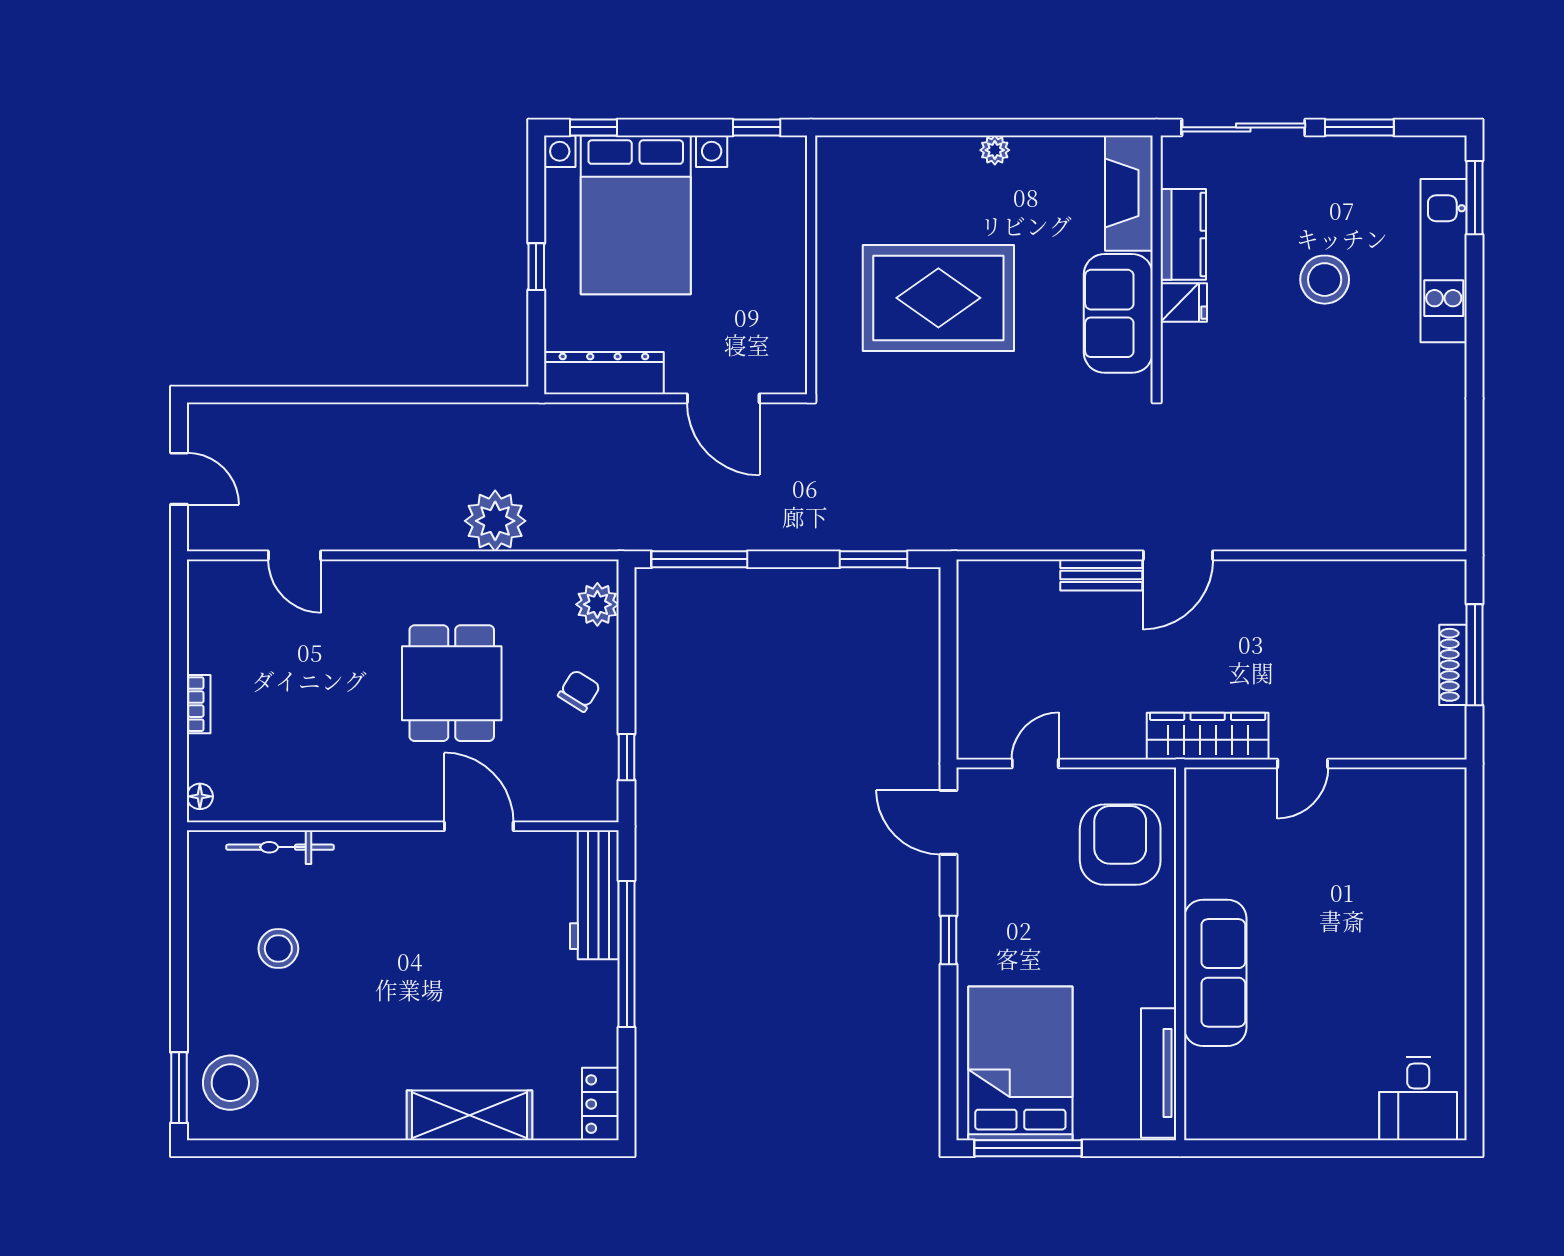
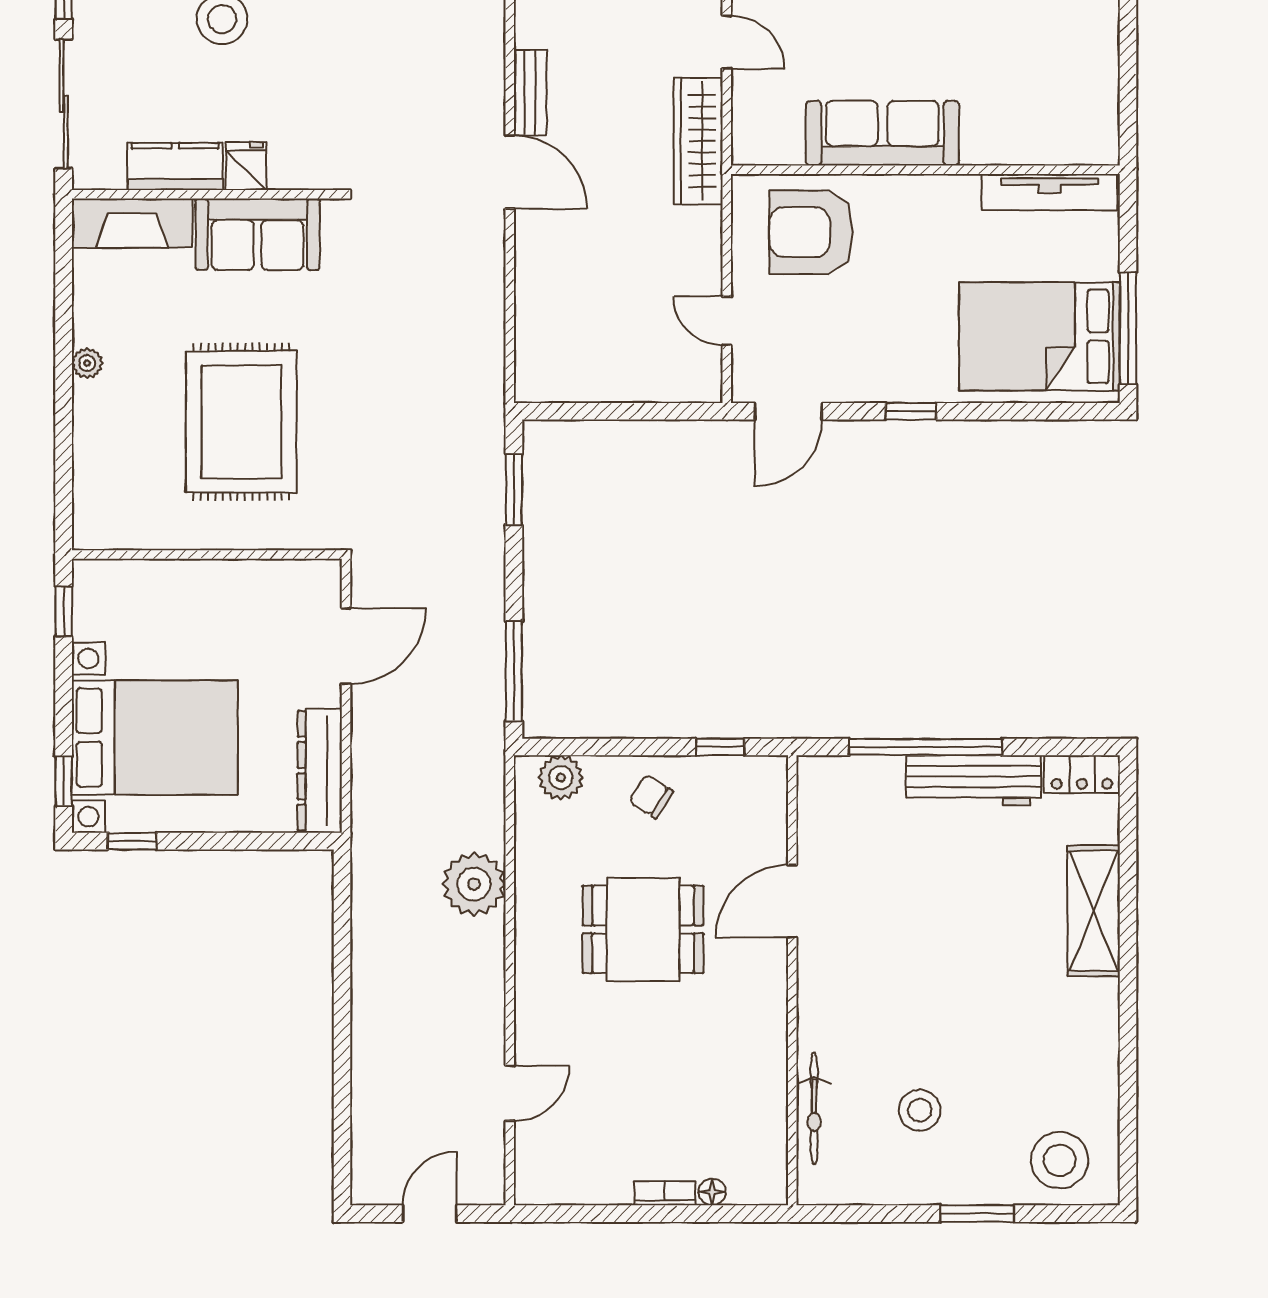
window: (536, 267) -> (132, 841), moved
bench: (1101, 575) -> (530, 93), moved
floor lamp: (200, 796) -> (712, 1192), moved
workbench: (594, 895) -> (973, 780), moved
sofa: (1215, 973) -> (882, 133), moved
window: (179, 1088) -> (977, 1214), moved

